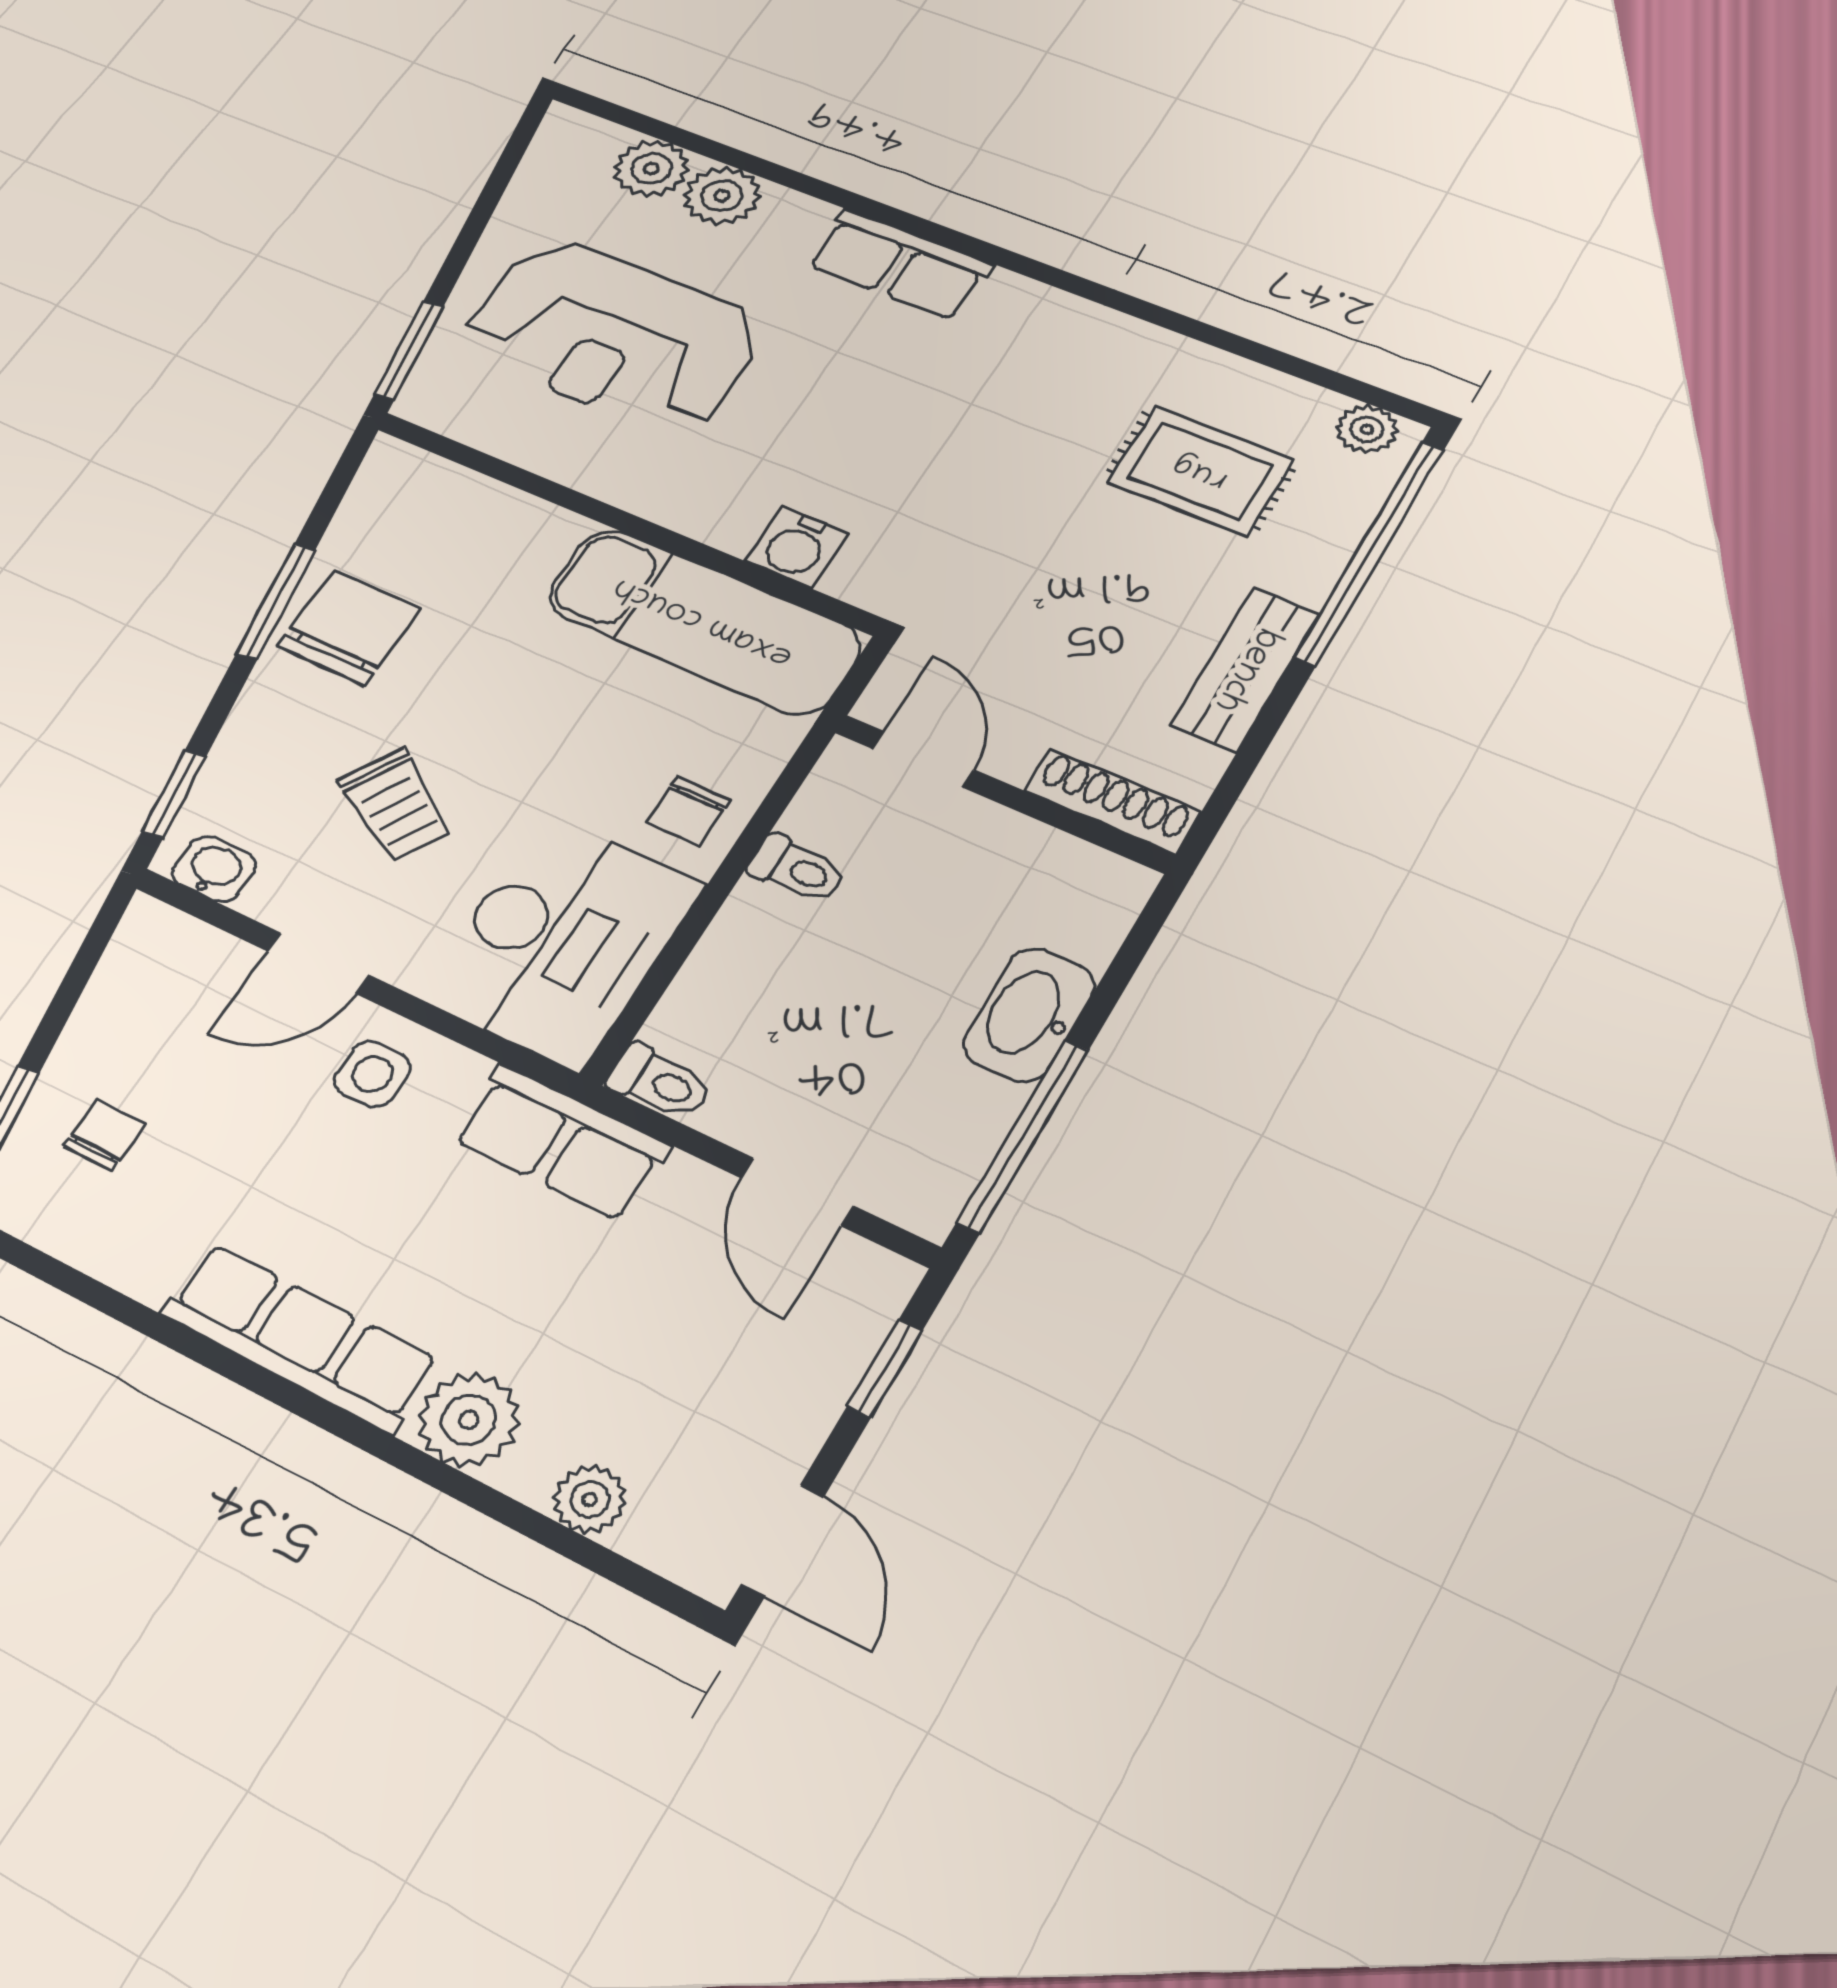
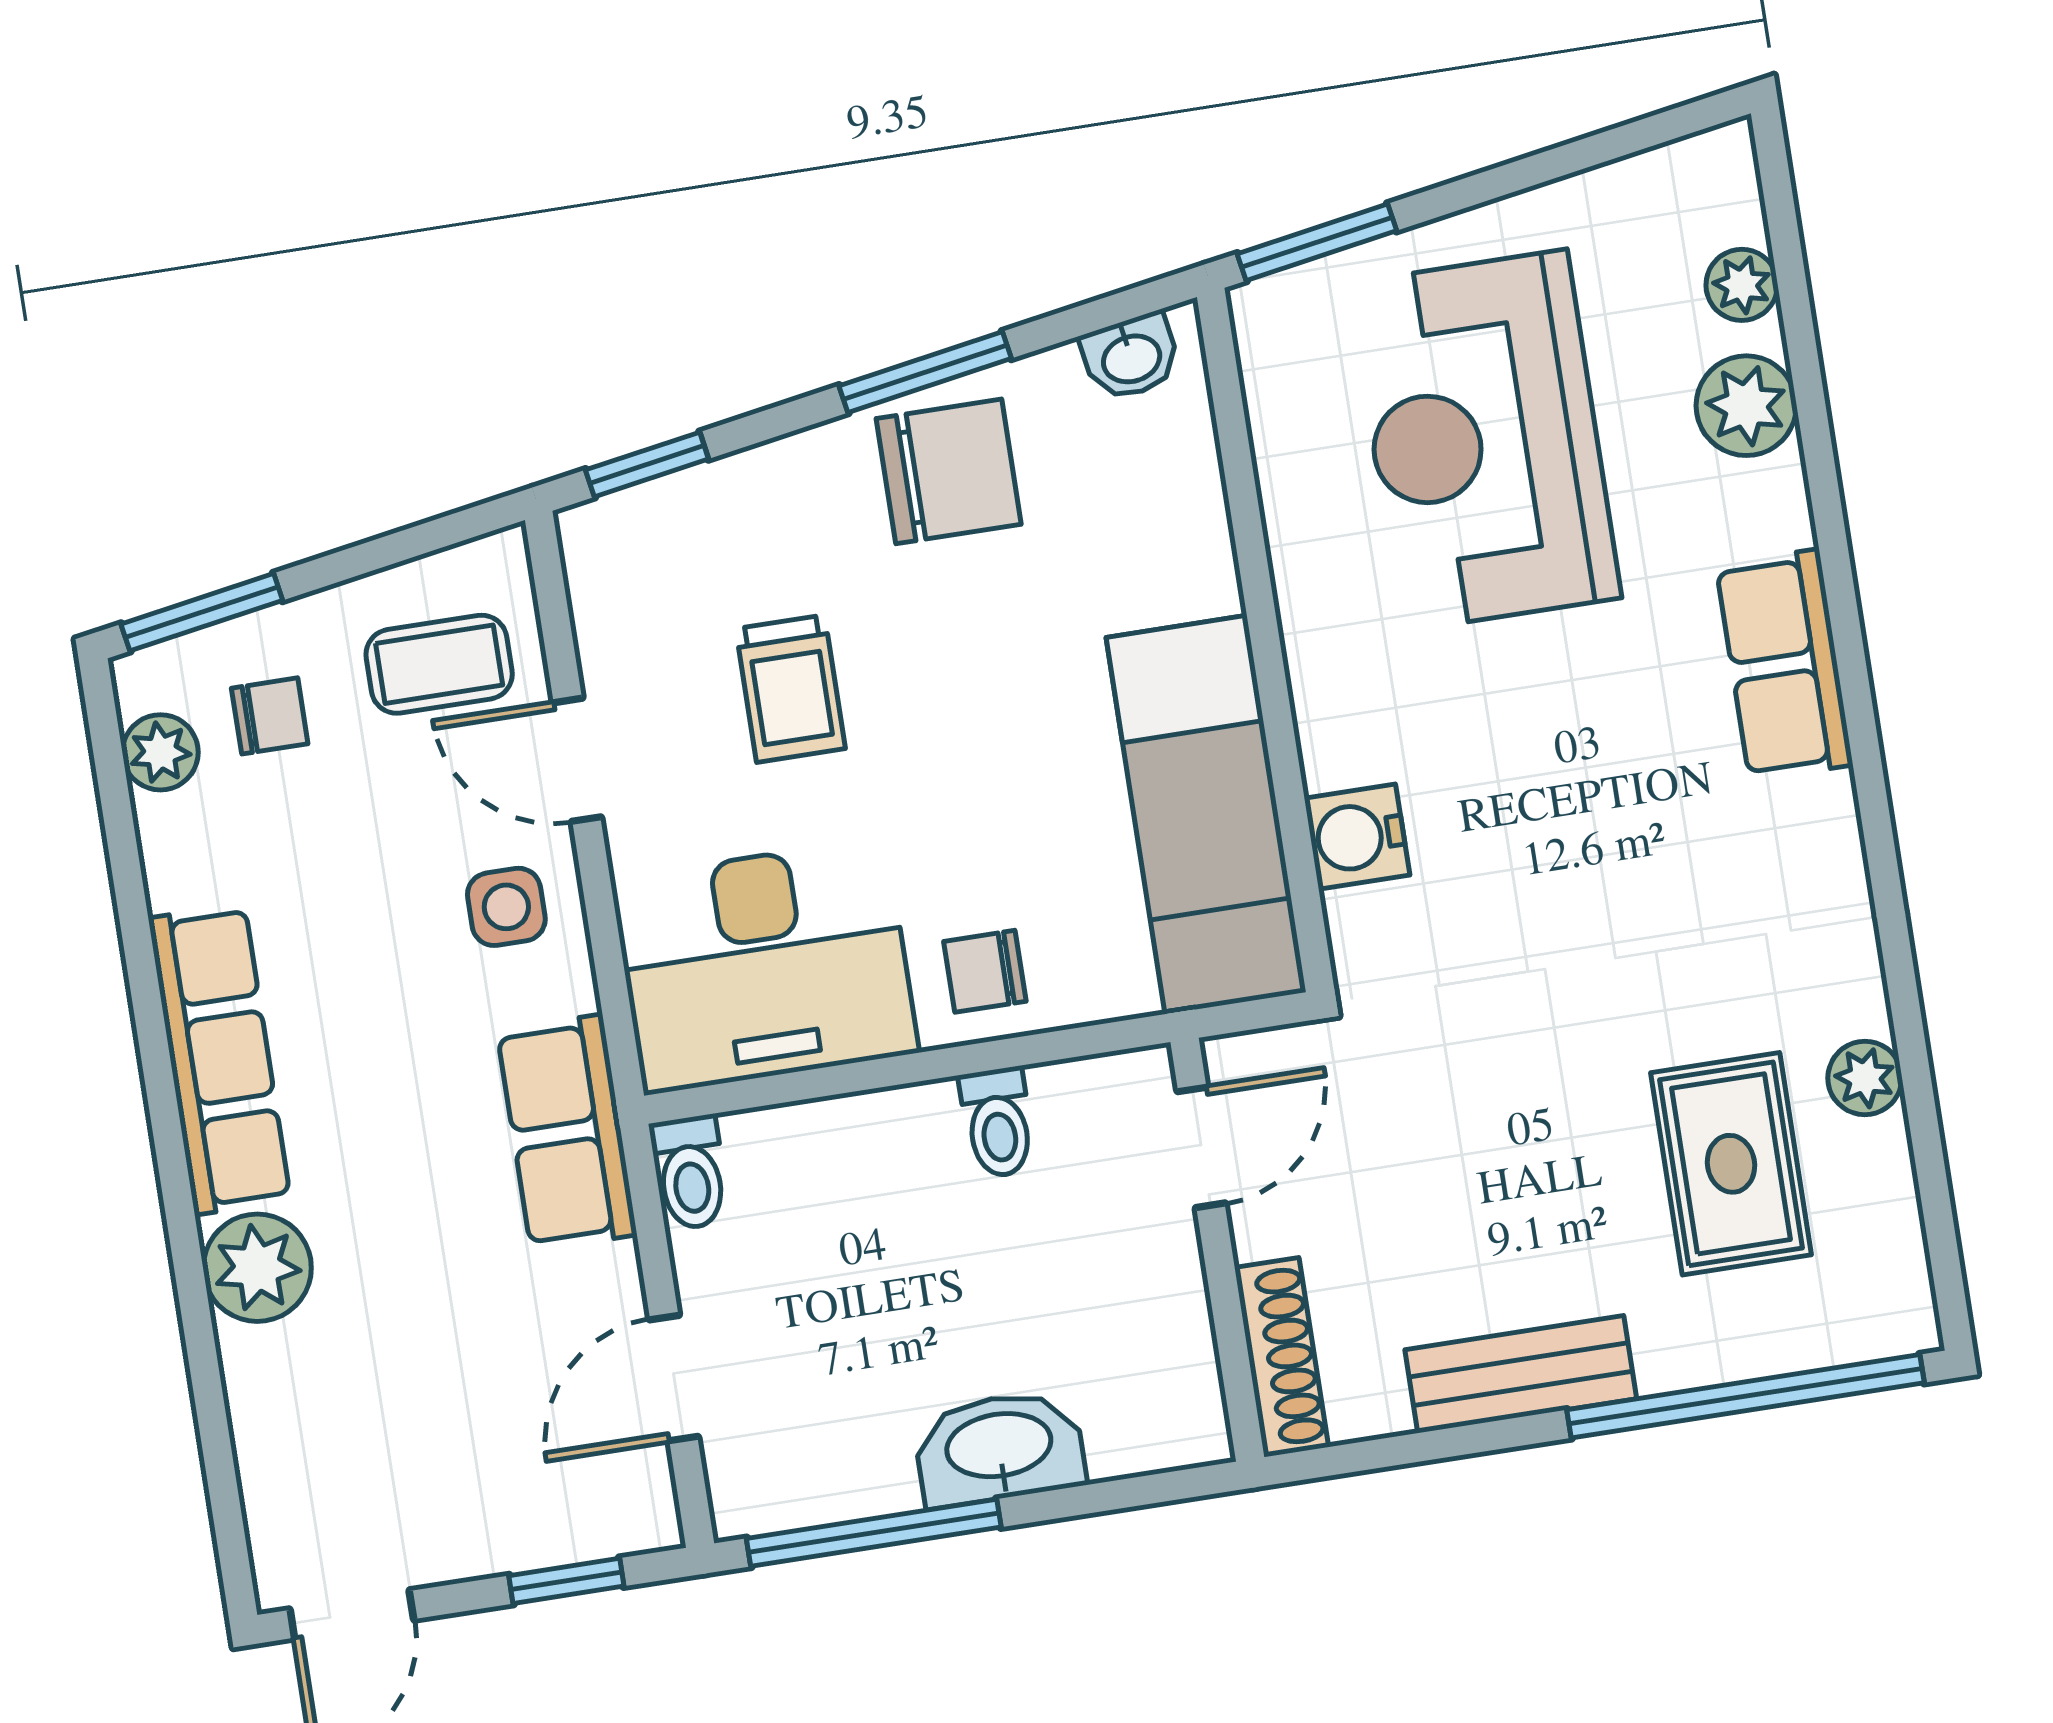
plant: (652, 169) -> (1742, 285), width x0.73, depth x0.73
plant: (1367, 429) -> (1865, 1078), moved
trolley: (396, 805) -> (791, 689), turned -31
washbasin: (214, 869) -> (1131, 357), moved, turned 81
coffee table: (175, 1005) -> (439, 664), added
plant: (590, 1500) -> (160, 752), moved

